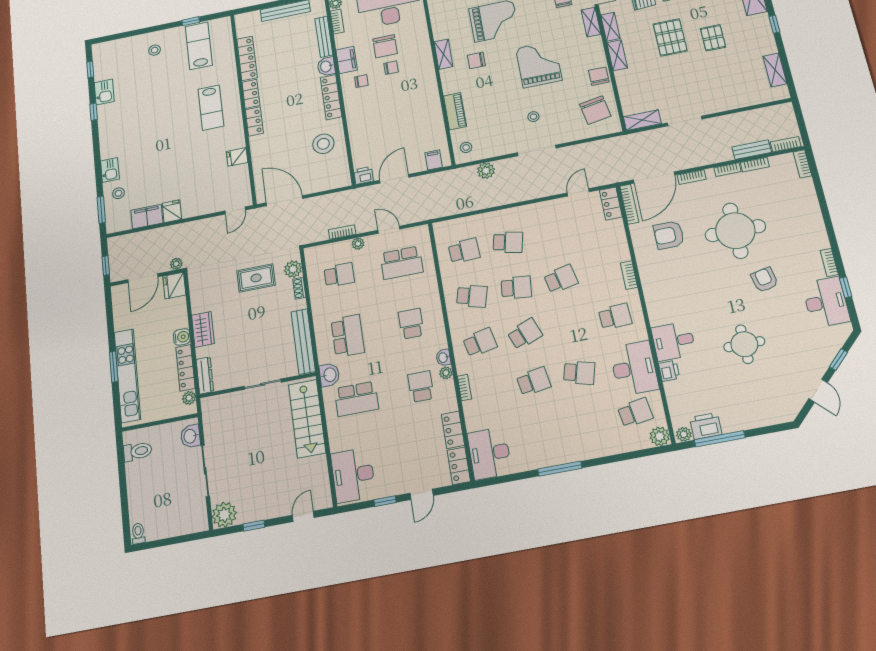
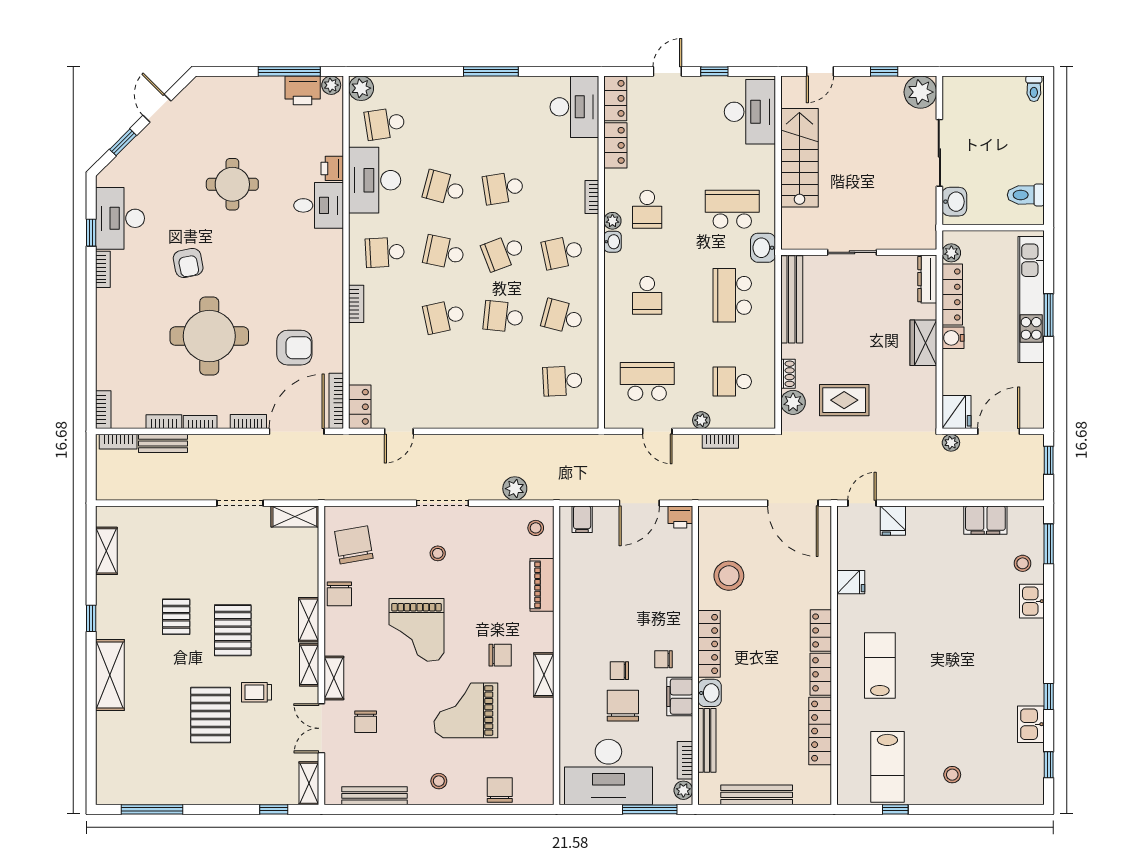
fridge: (172, 211) -> (893, 521), moved
school desk: (508, 242) -> (444, 252), moved
stairs: (307, 419) -> (799, 158), moved

